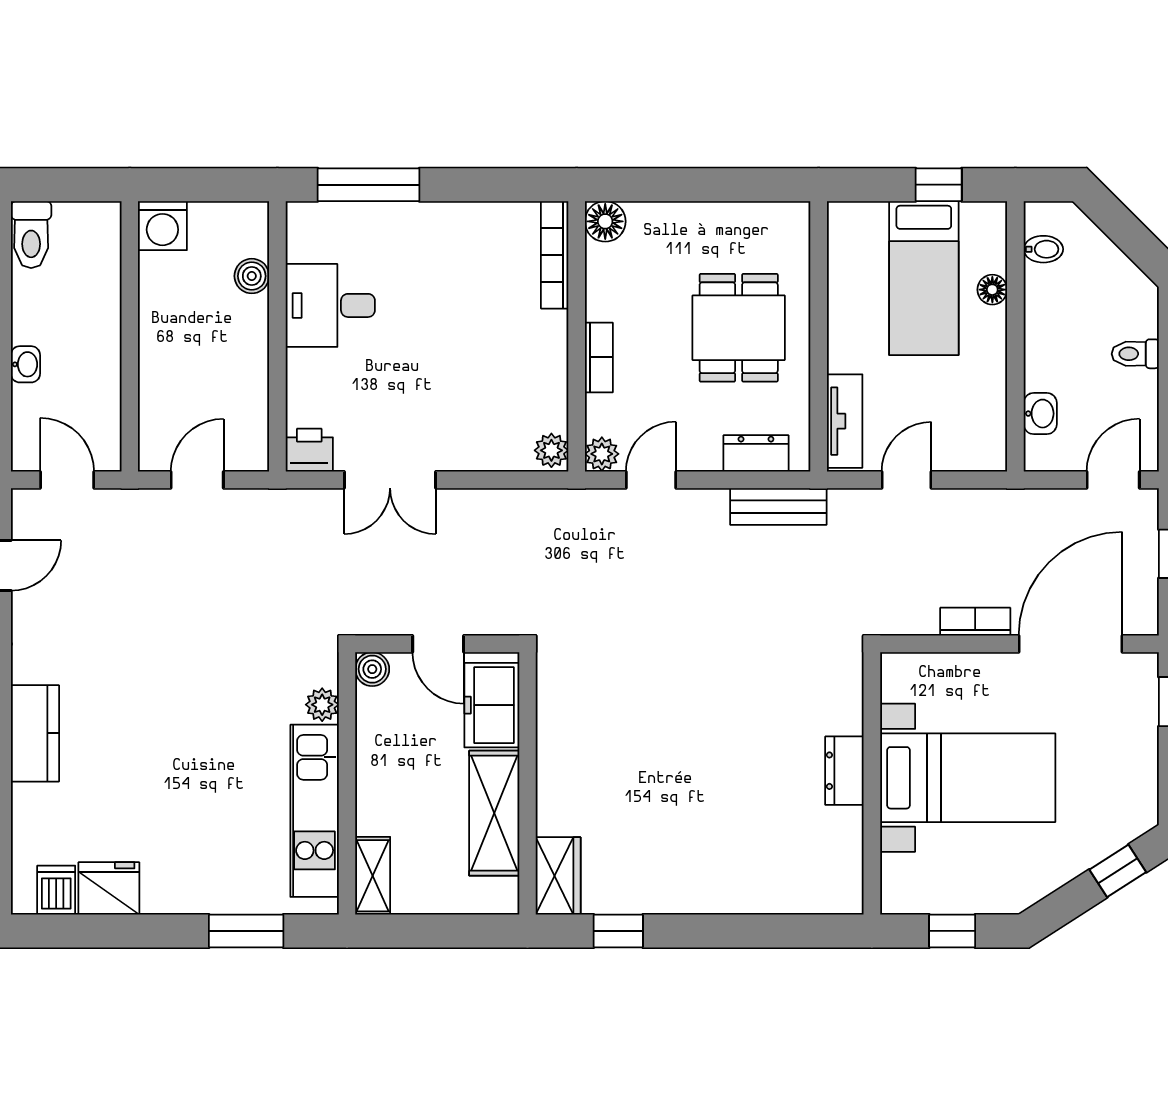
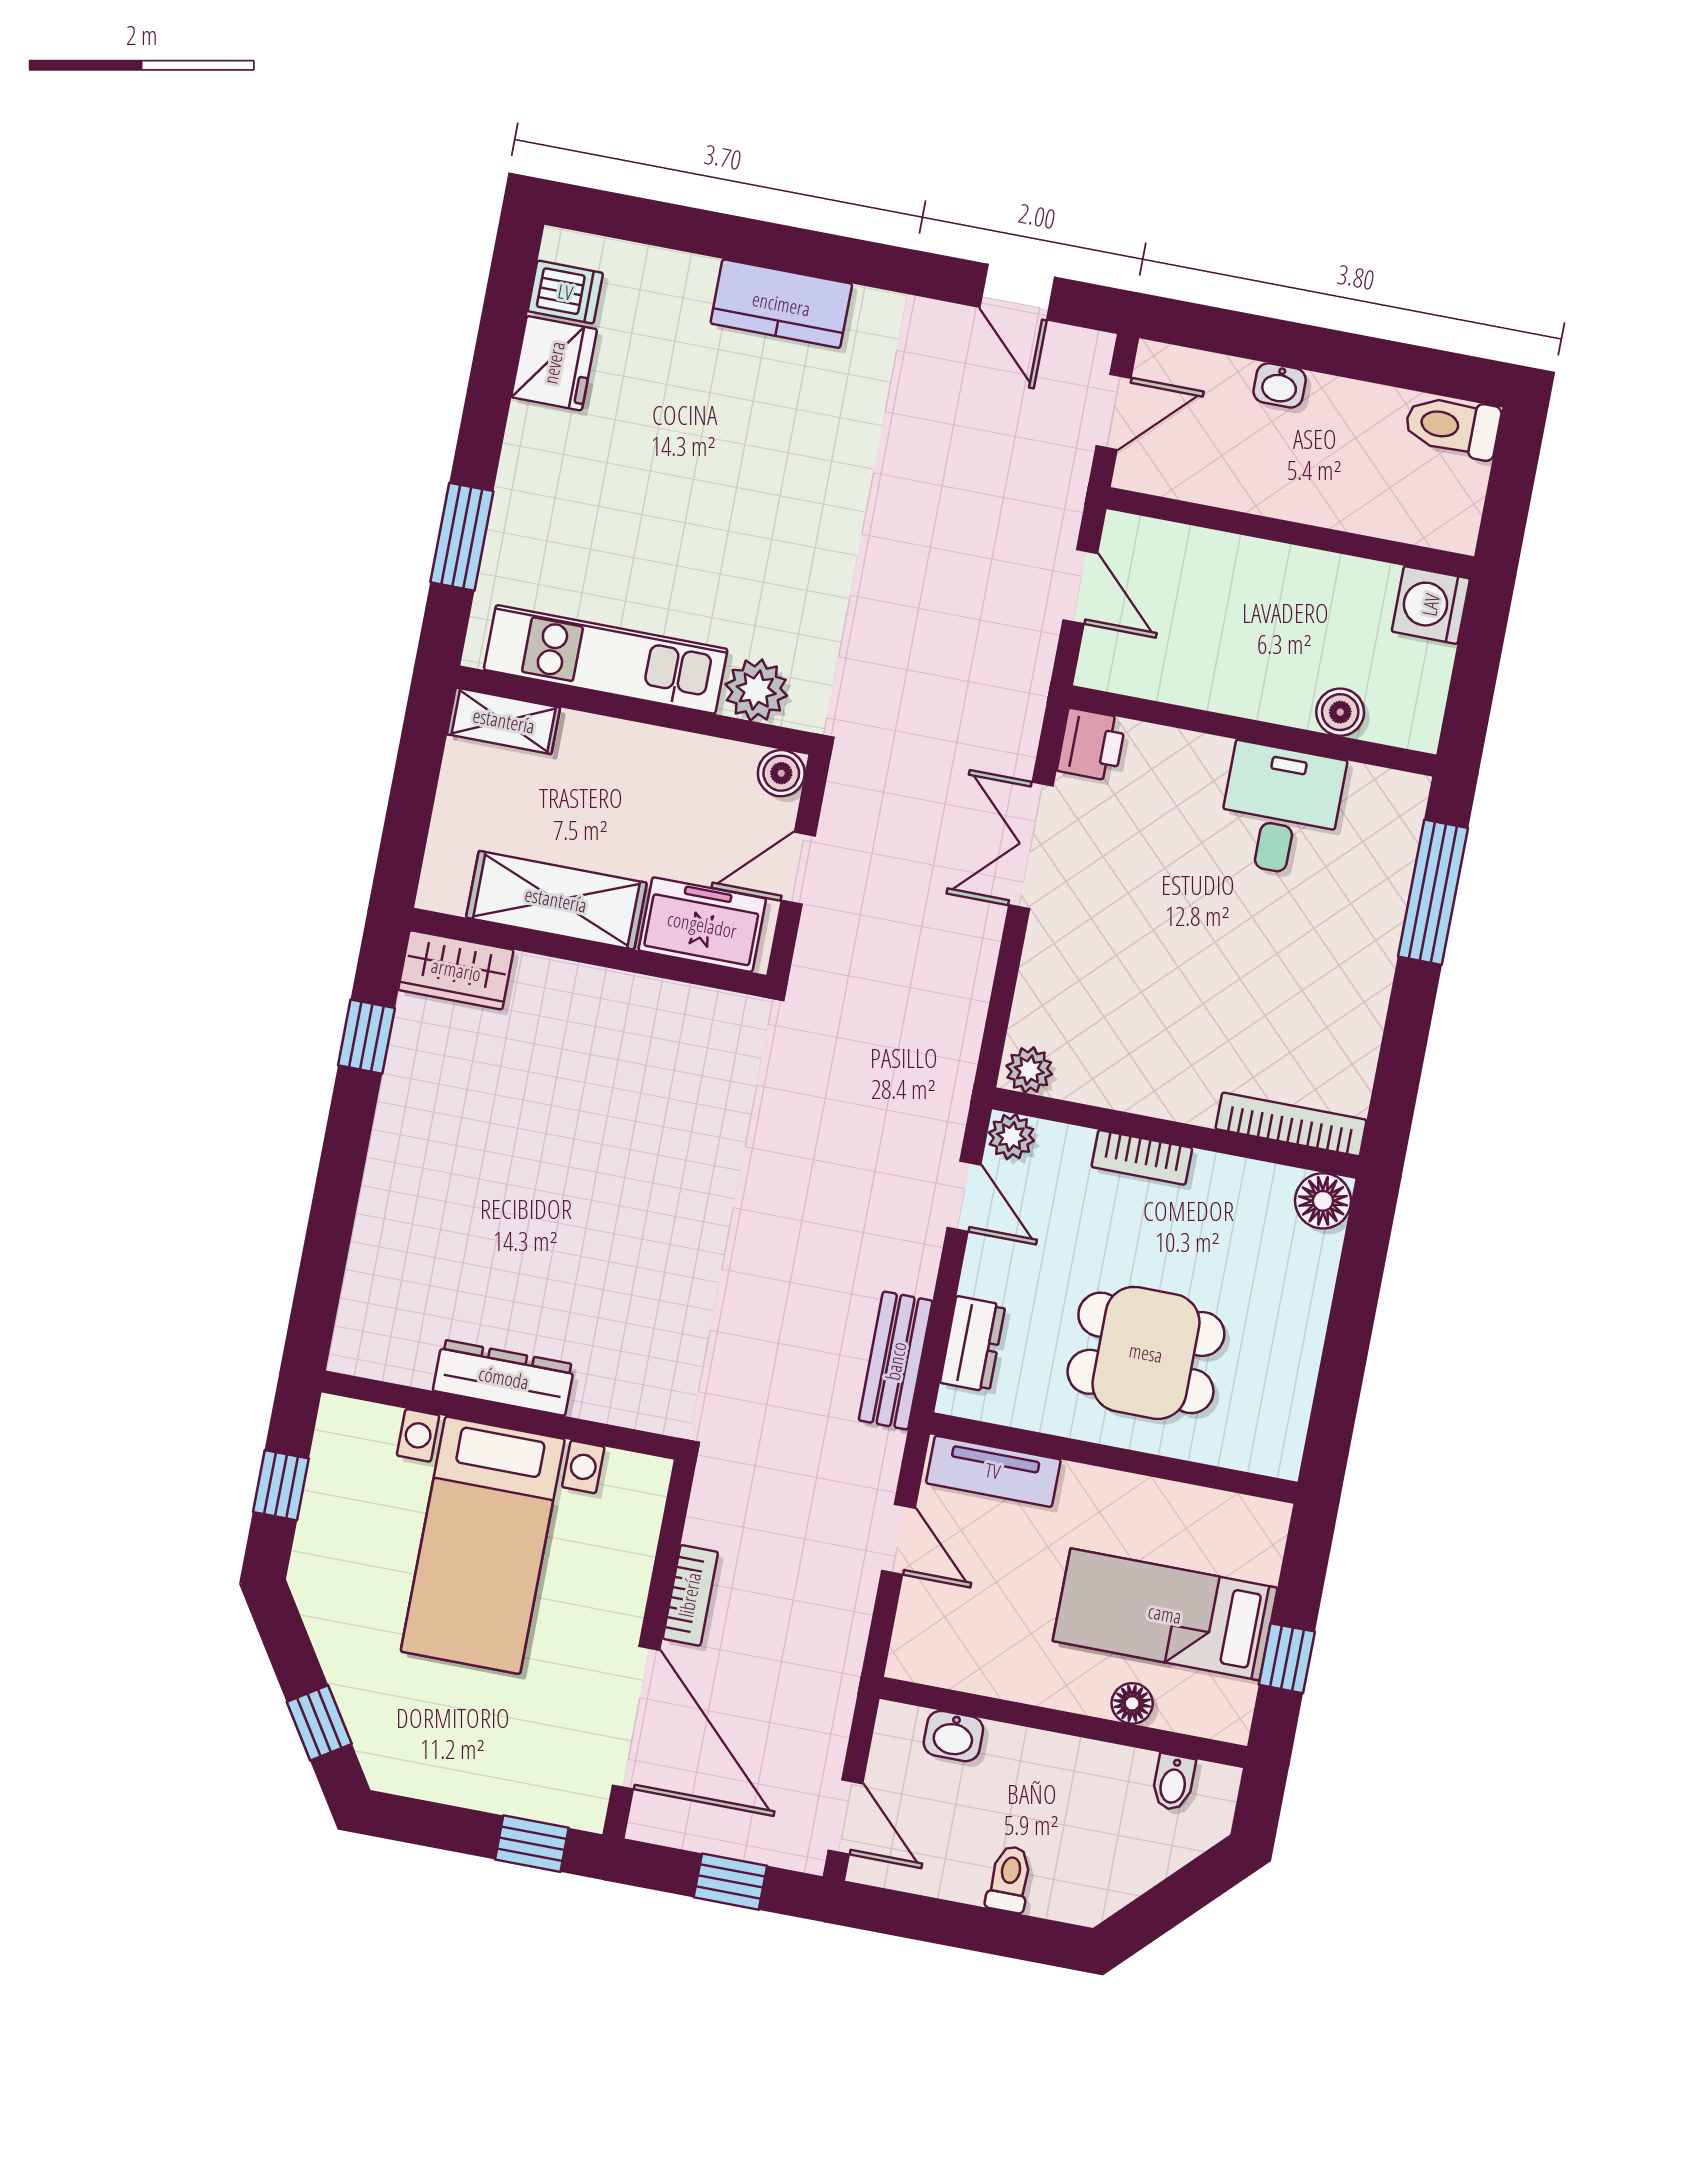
plant: (322, 705) -> (756, 690), width x1.38, depth x1.38
dresser: (844, 771) -> (504, 1378), width x1.44

